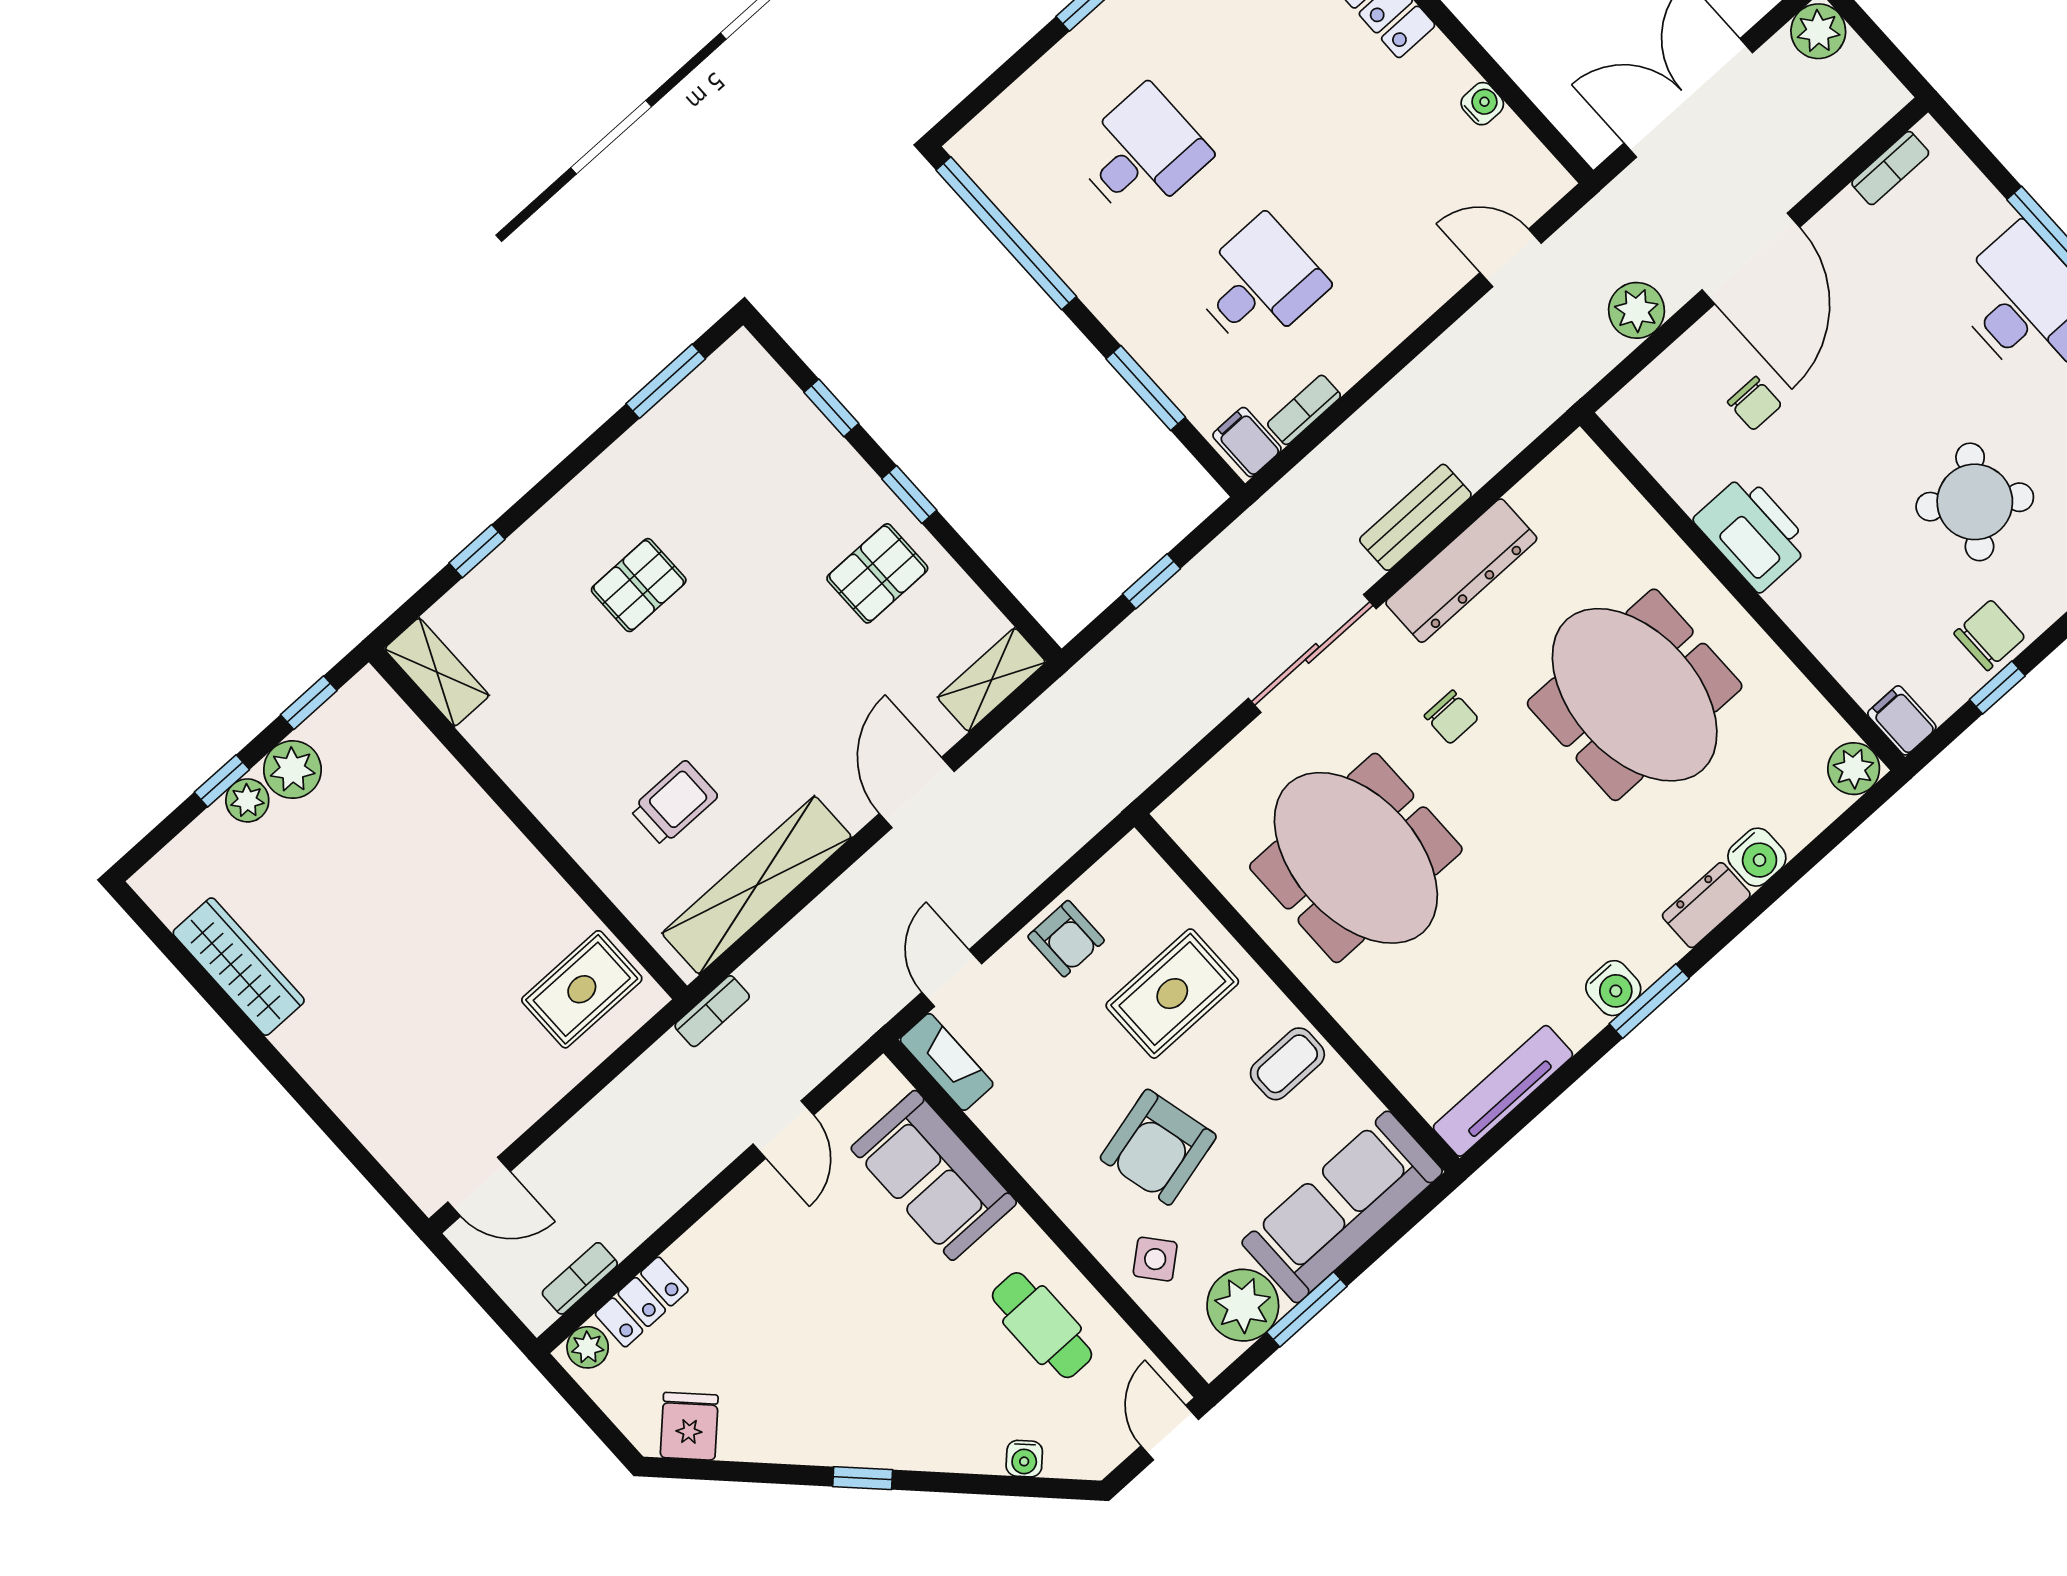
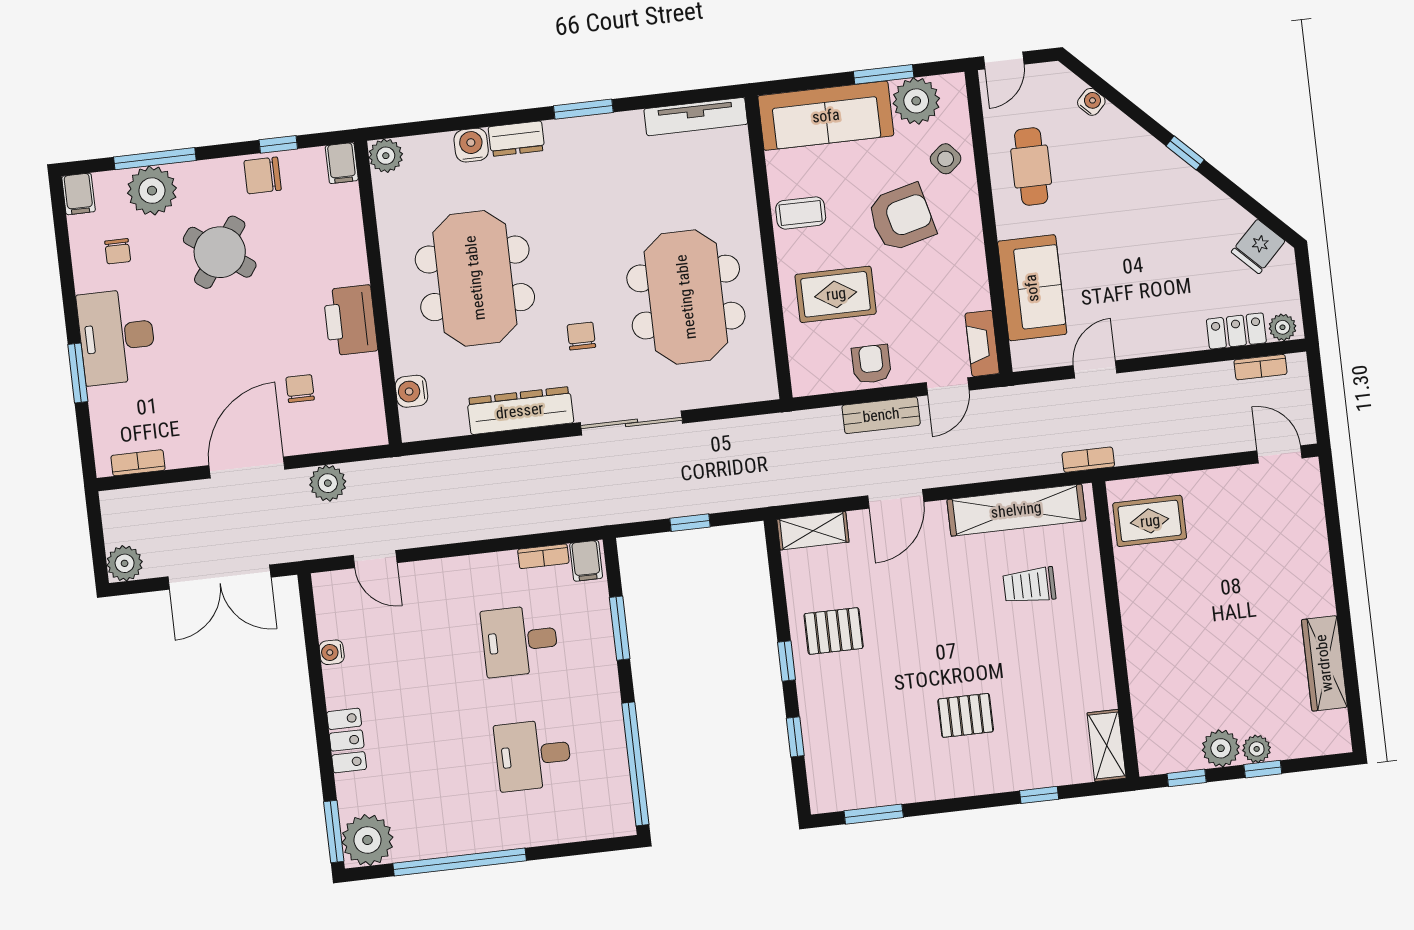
bench: (1415, 517) -> (881, 415), moved
water cooler: (1613, 988) -> (412, 391), moved, turned -90

